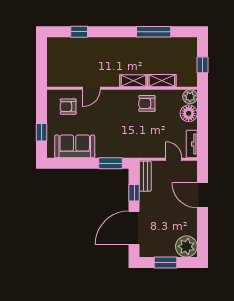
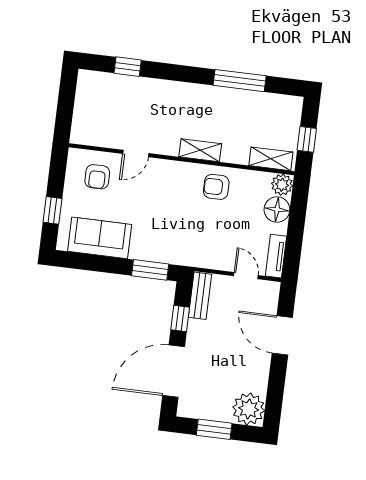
shelving: (162, 81) -> (271, 159), moved
armchair: (68, 107) -> (97, 177), turned -90

